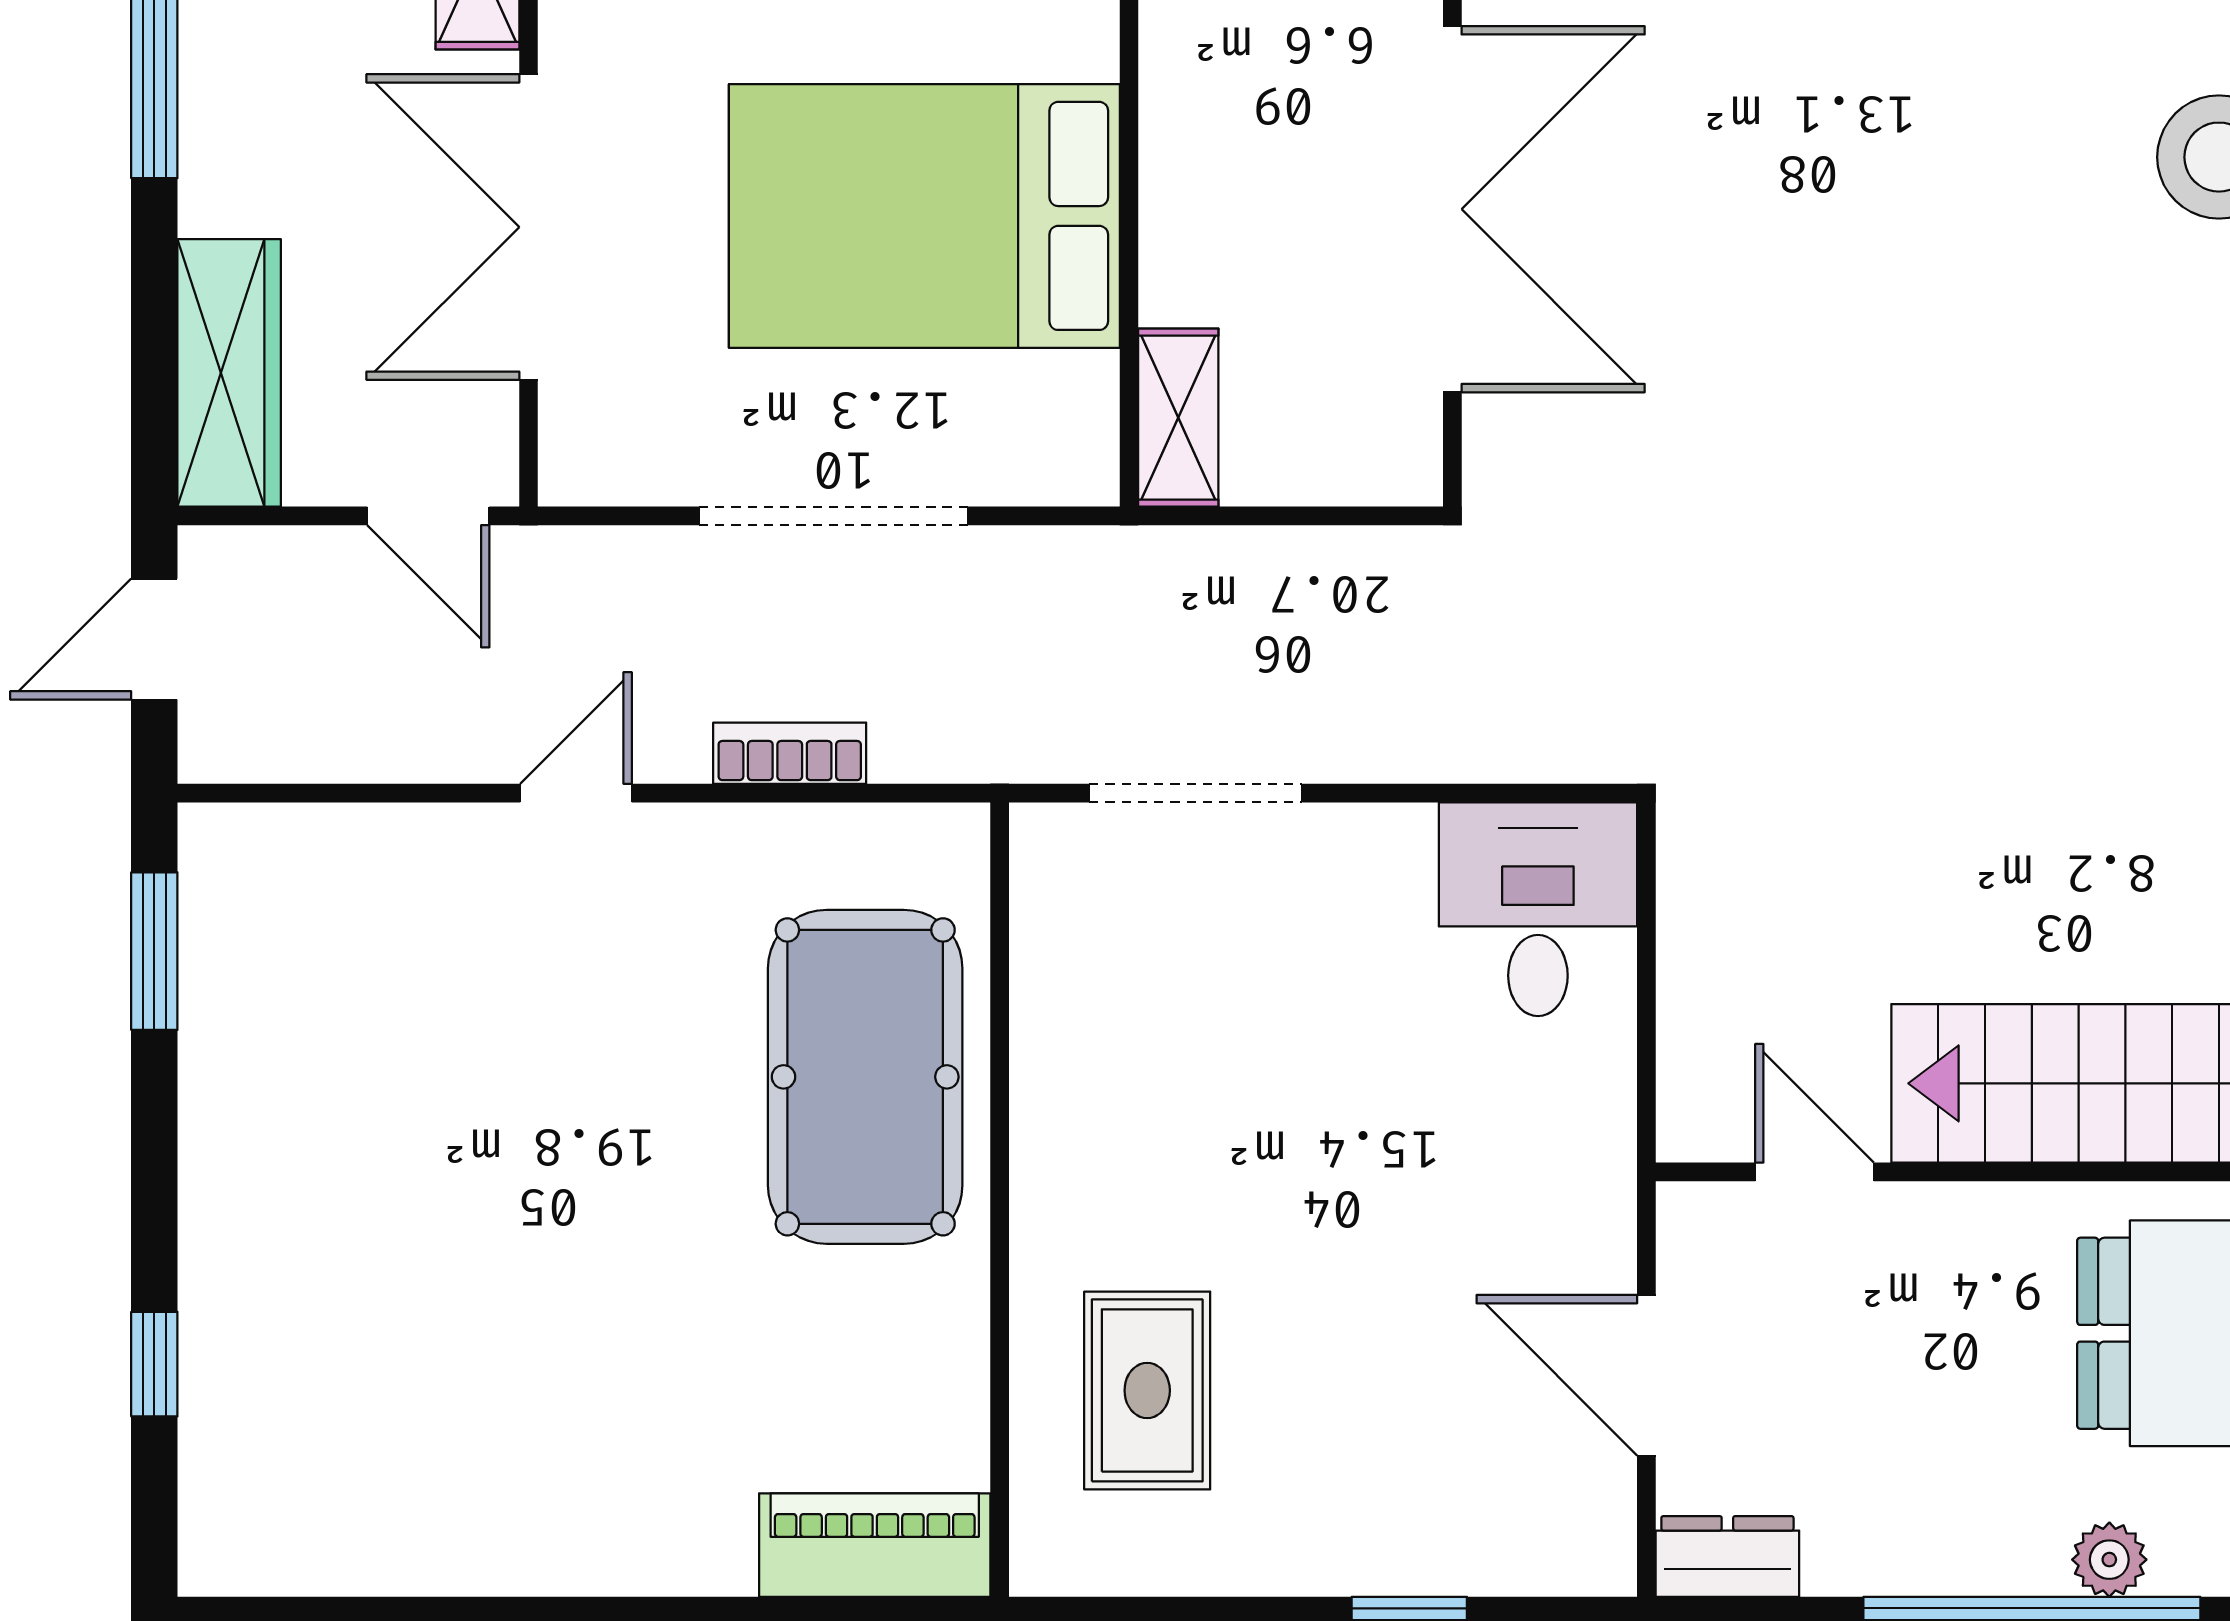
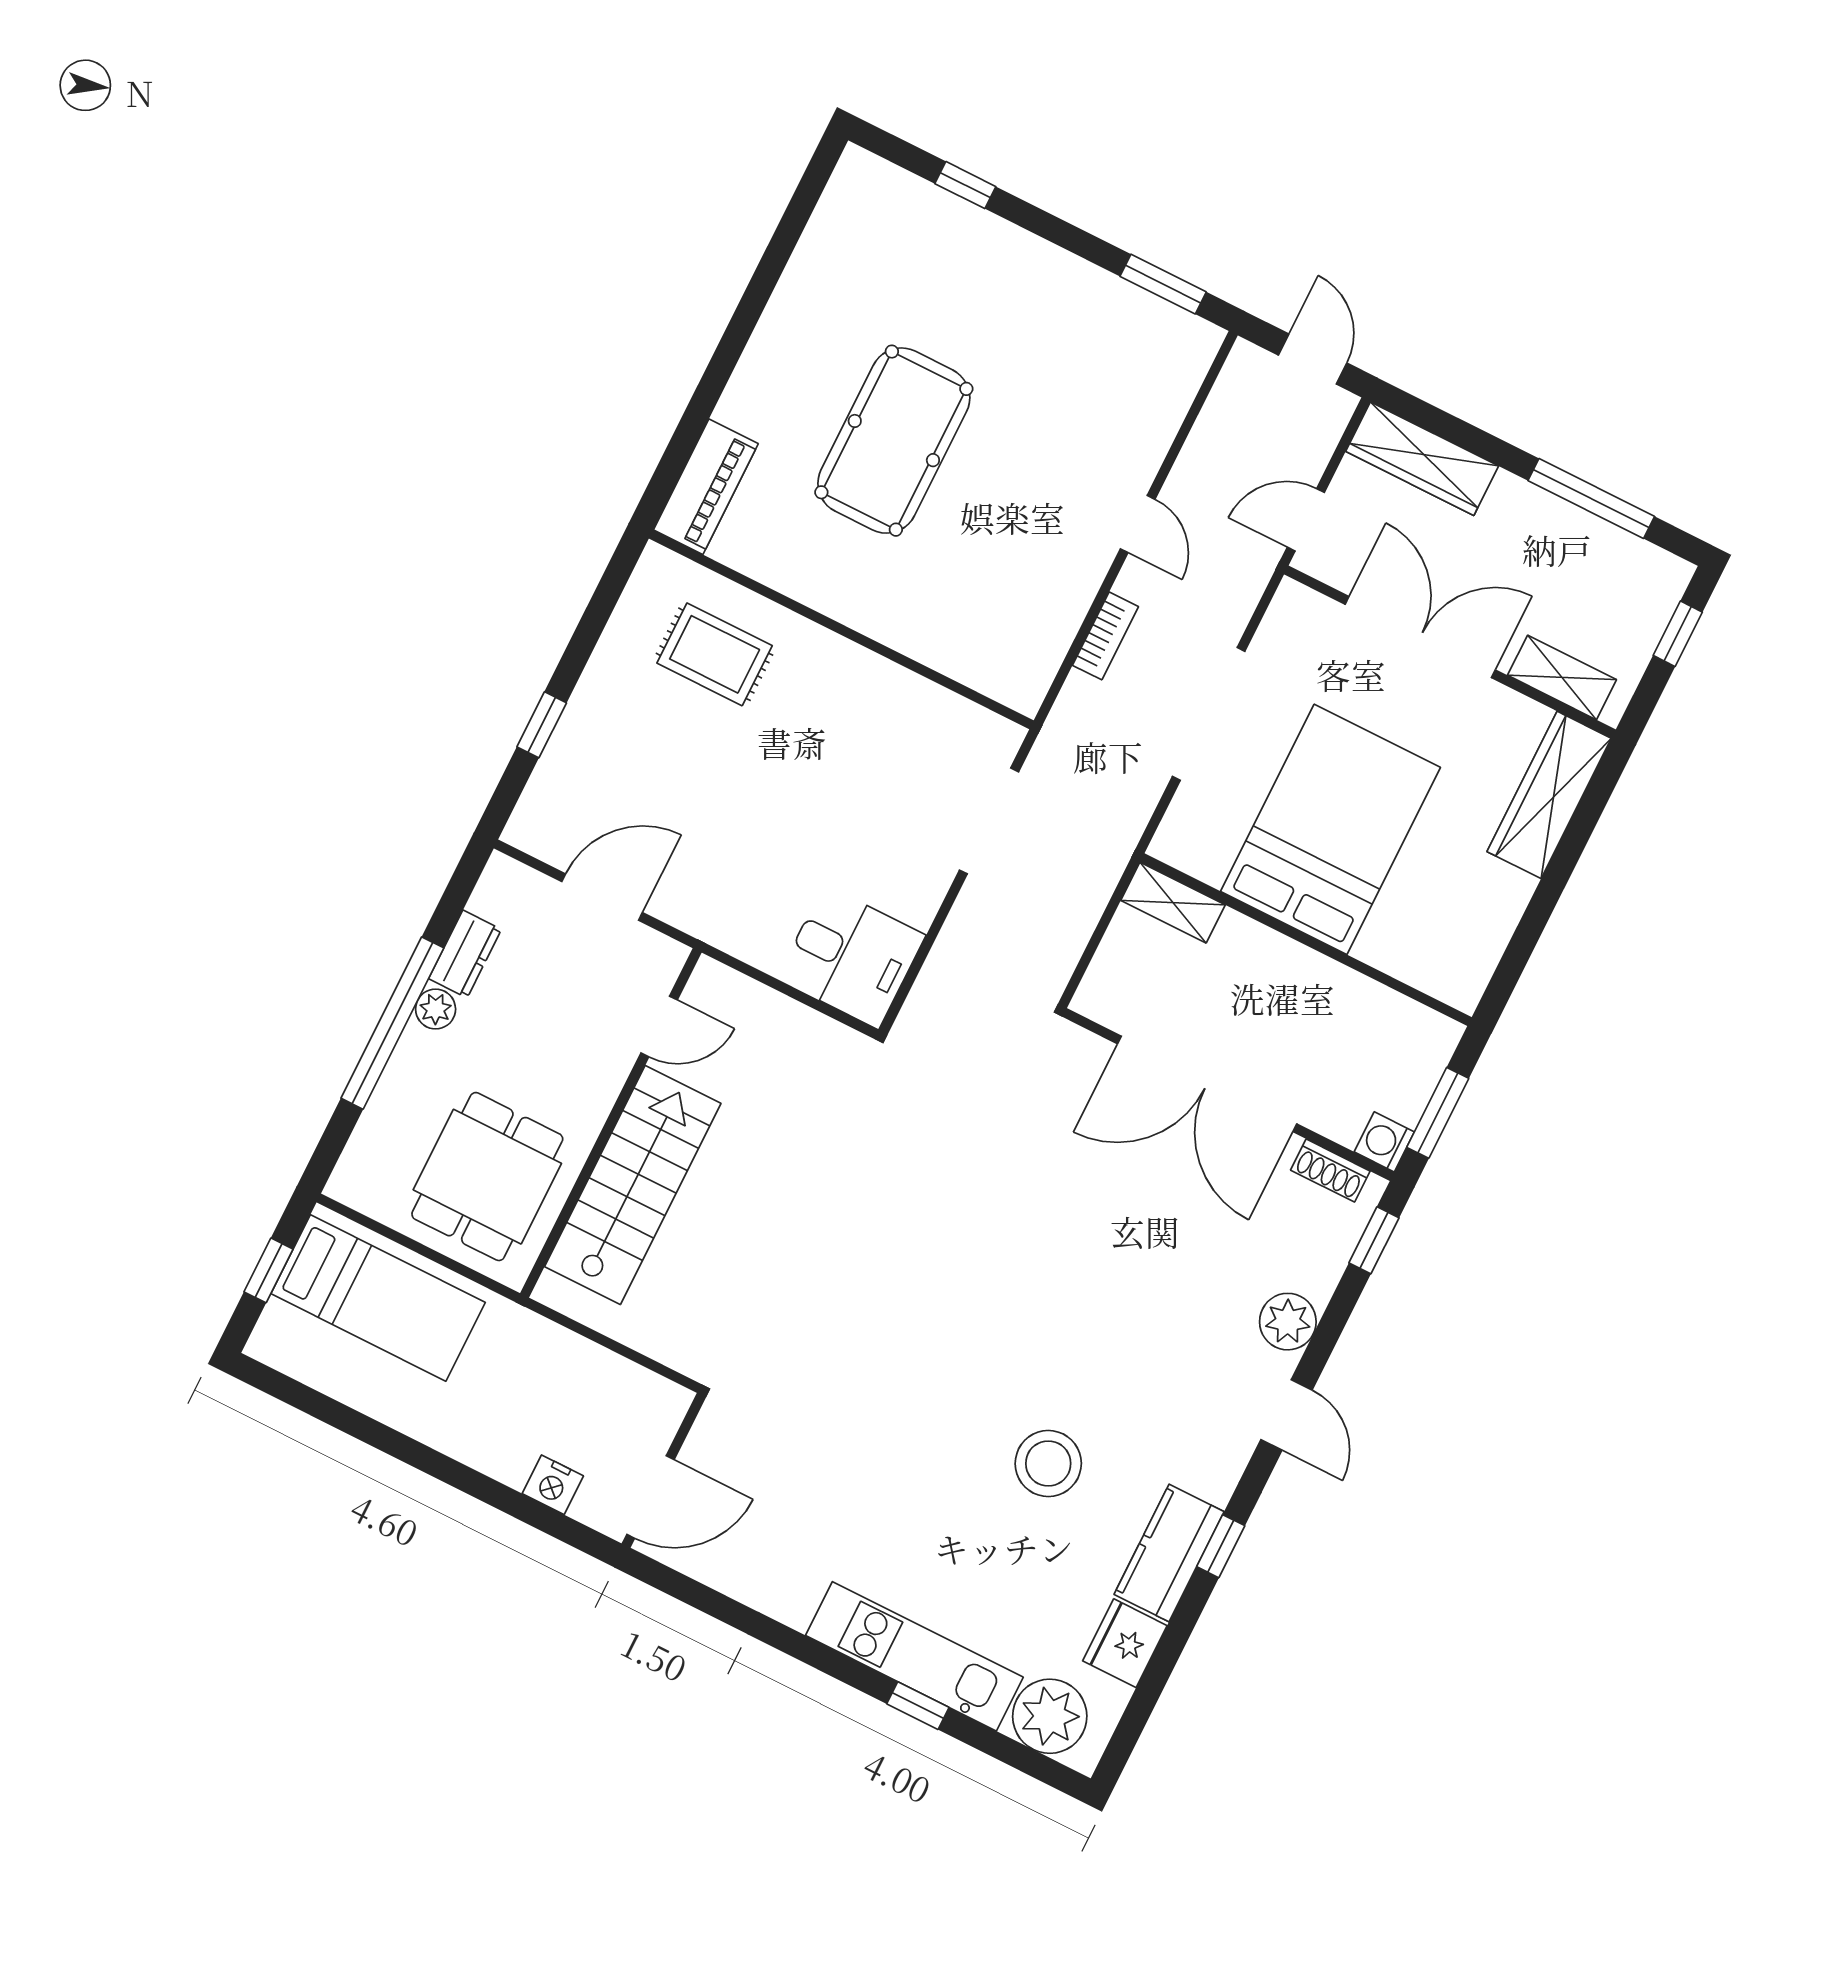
pool table: (865, 1077) -> (894, 441), moved, turned 90
dresser: (1727, 1556) -> (465, 954), moved
plant: (2109, 1560) -> (436, 1009), moved

